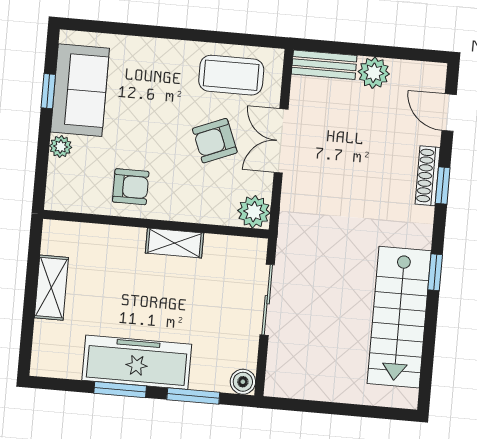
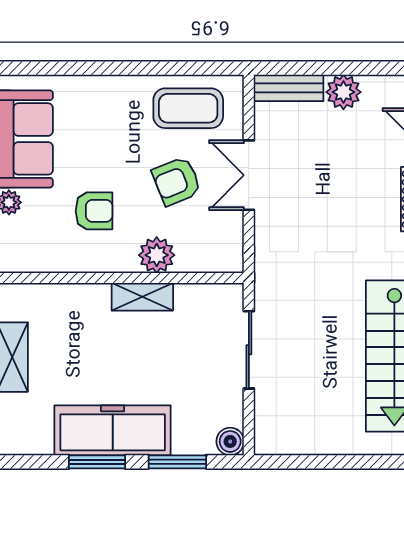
armchair: (131, 187) -> (94, 211), moved
plant: (254, 212) -> (157, 255), moved

